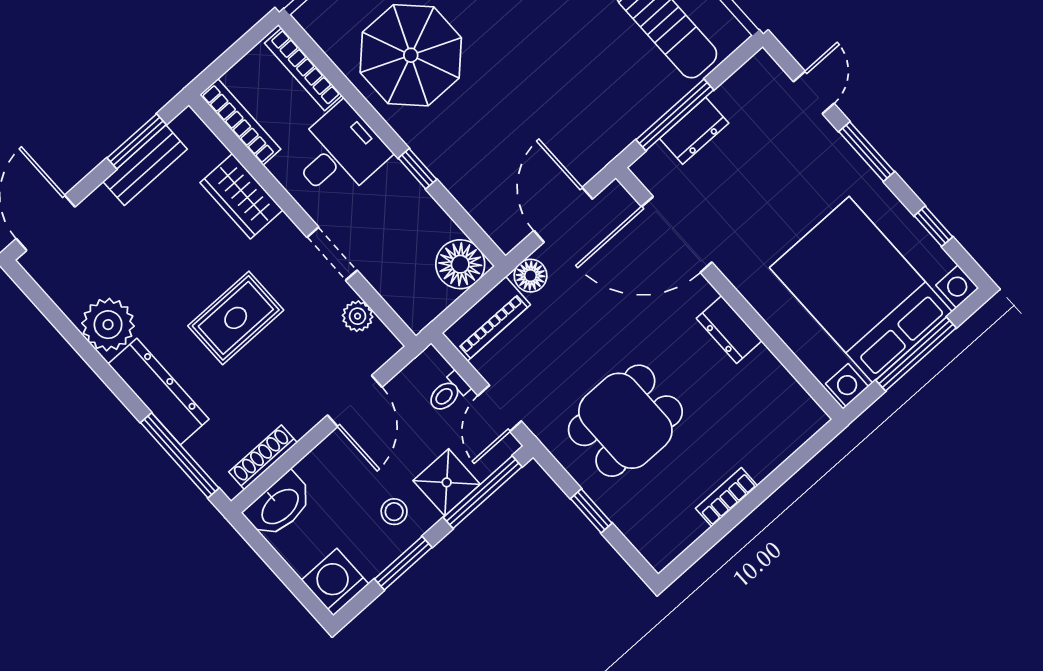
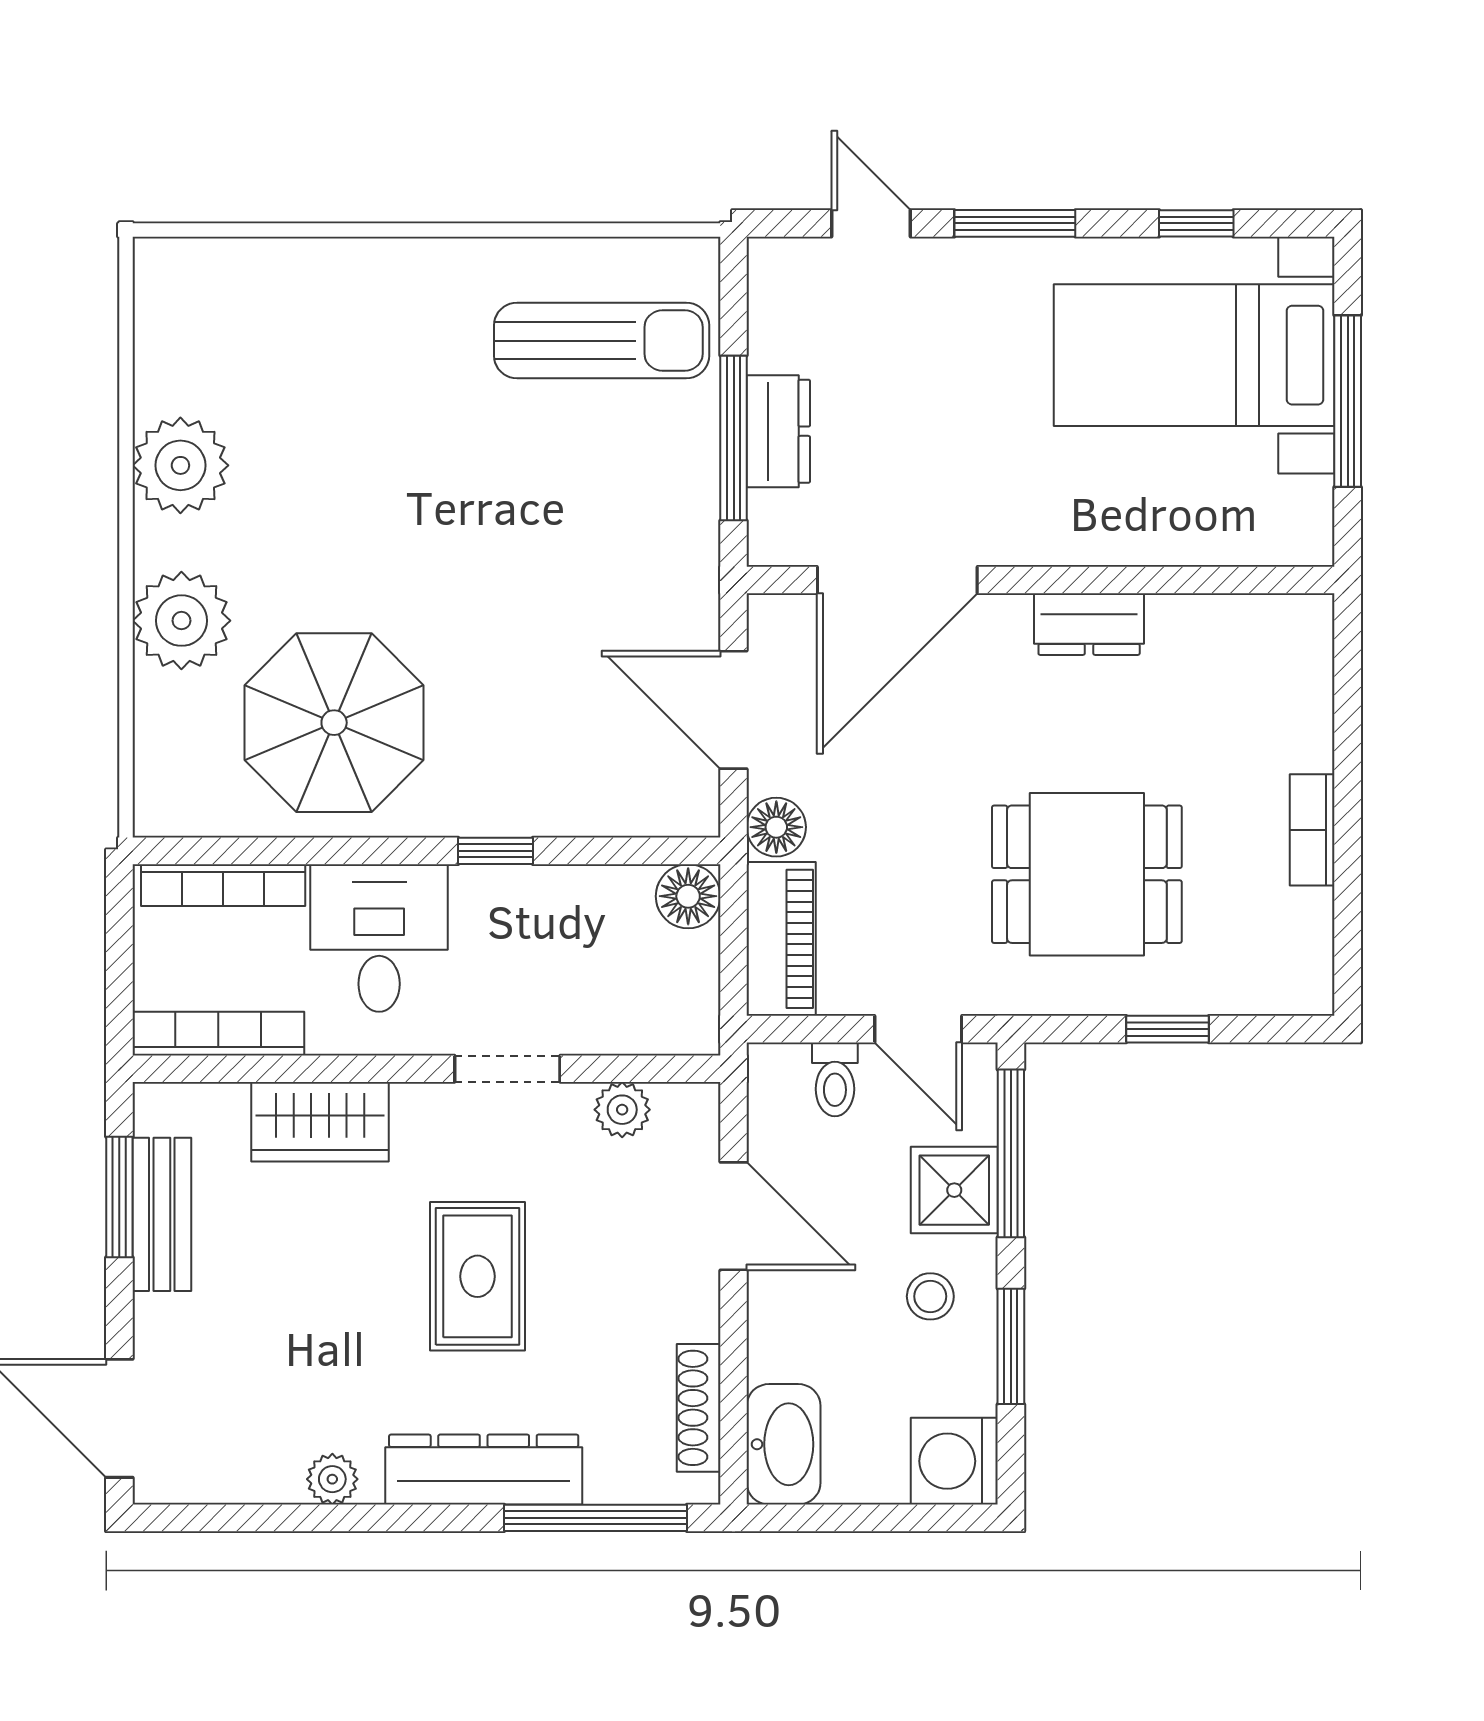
floor lamp: (460, 264) -> (688, 896), width x0.73, depth x0.73
bed with nightstands: (861, 290) -> (1194, 355), width x0.73
plant: (108, 325) -> (332, 1479), width x0.53, depth x0.53
dining table: (625, 421) -> (1087, 874), turned 90

